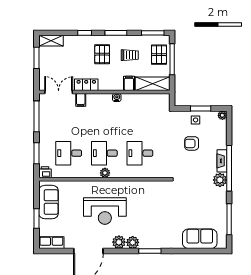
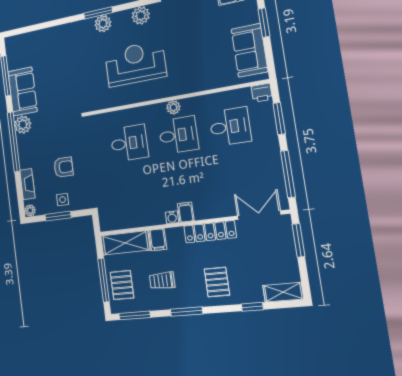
window: (85, 33) -> (252, 307), moved
pallet: (102, 54) -> (217, 282), moved
window: (37, 58) -> (298, 240), moved
locker: (86, 85) -> (210, 232), width x1.53
double door: (59, 92) -> (259, 215), swing flipped
filing cabinet: (81, 100) -> (186, 212), moved
fireplace: (222, 161) -> (27, 184), moved
reception desk: (105, 211) -> (135, 64), moved
sofa: (200, 239) -> (23, 91), moved, turned -90
plant: (133, 242) -> (103, 24), moved

